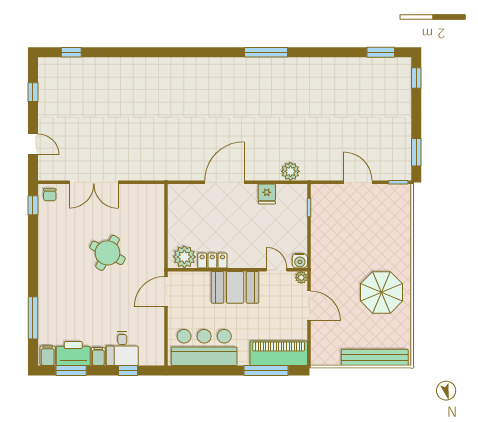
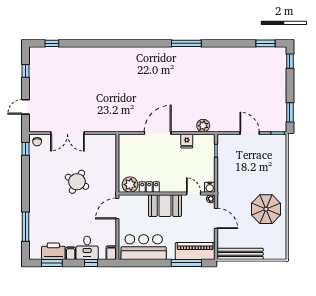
door: (33, 144) -> (26, 107), swing flipped
filing cabinet: (48, 356) -> (111, 253), moved
bench: (375, 357) -> (240, 254), moved

